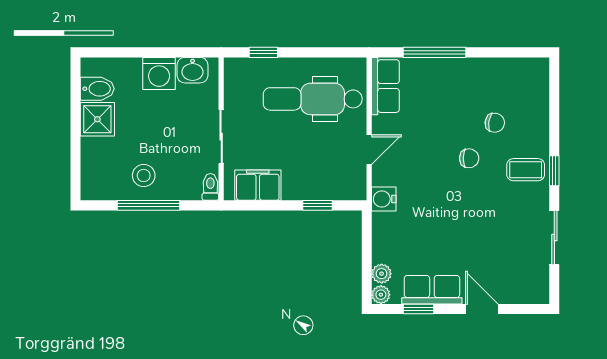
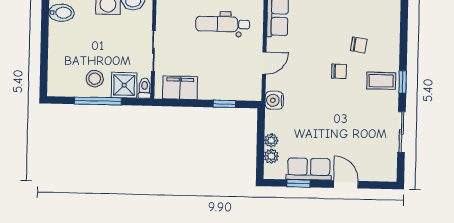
dental chair: (313, 99) -> (223, 24), width x0.73, depth x0.72
shower: (97, 119) -> (124, 85), moved
plant: (381, 295) -> (271, 140), moved

